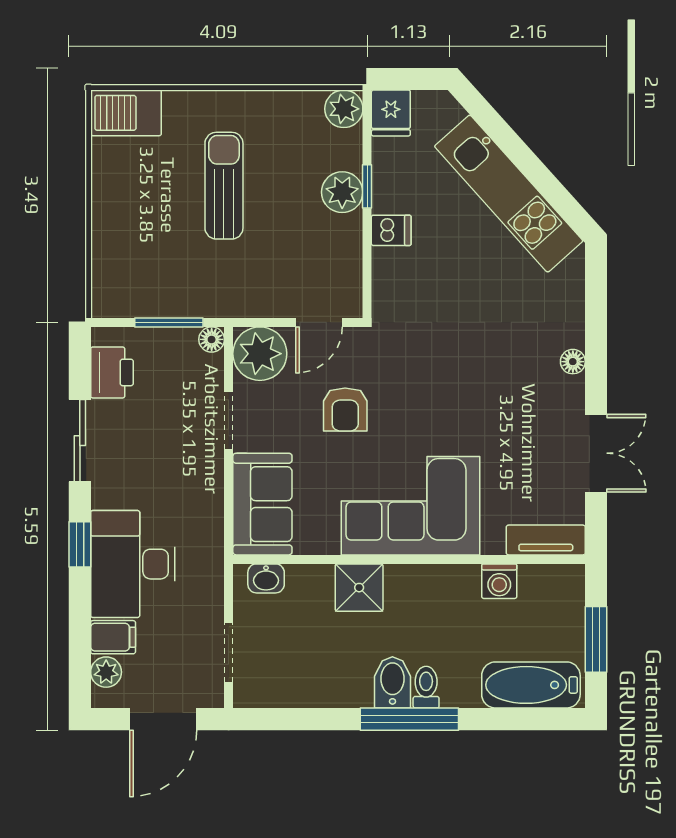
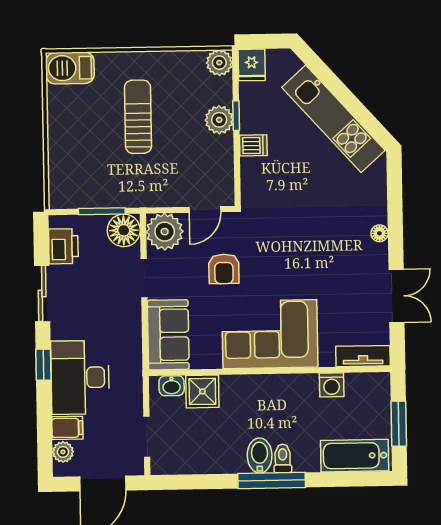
floor lamp: (212, 339) -> (124, 230), width x1.89, depth x1.89
shower: (359, 588) -> (202, 391), moved

